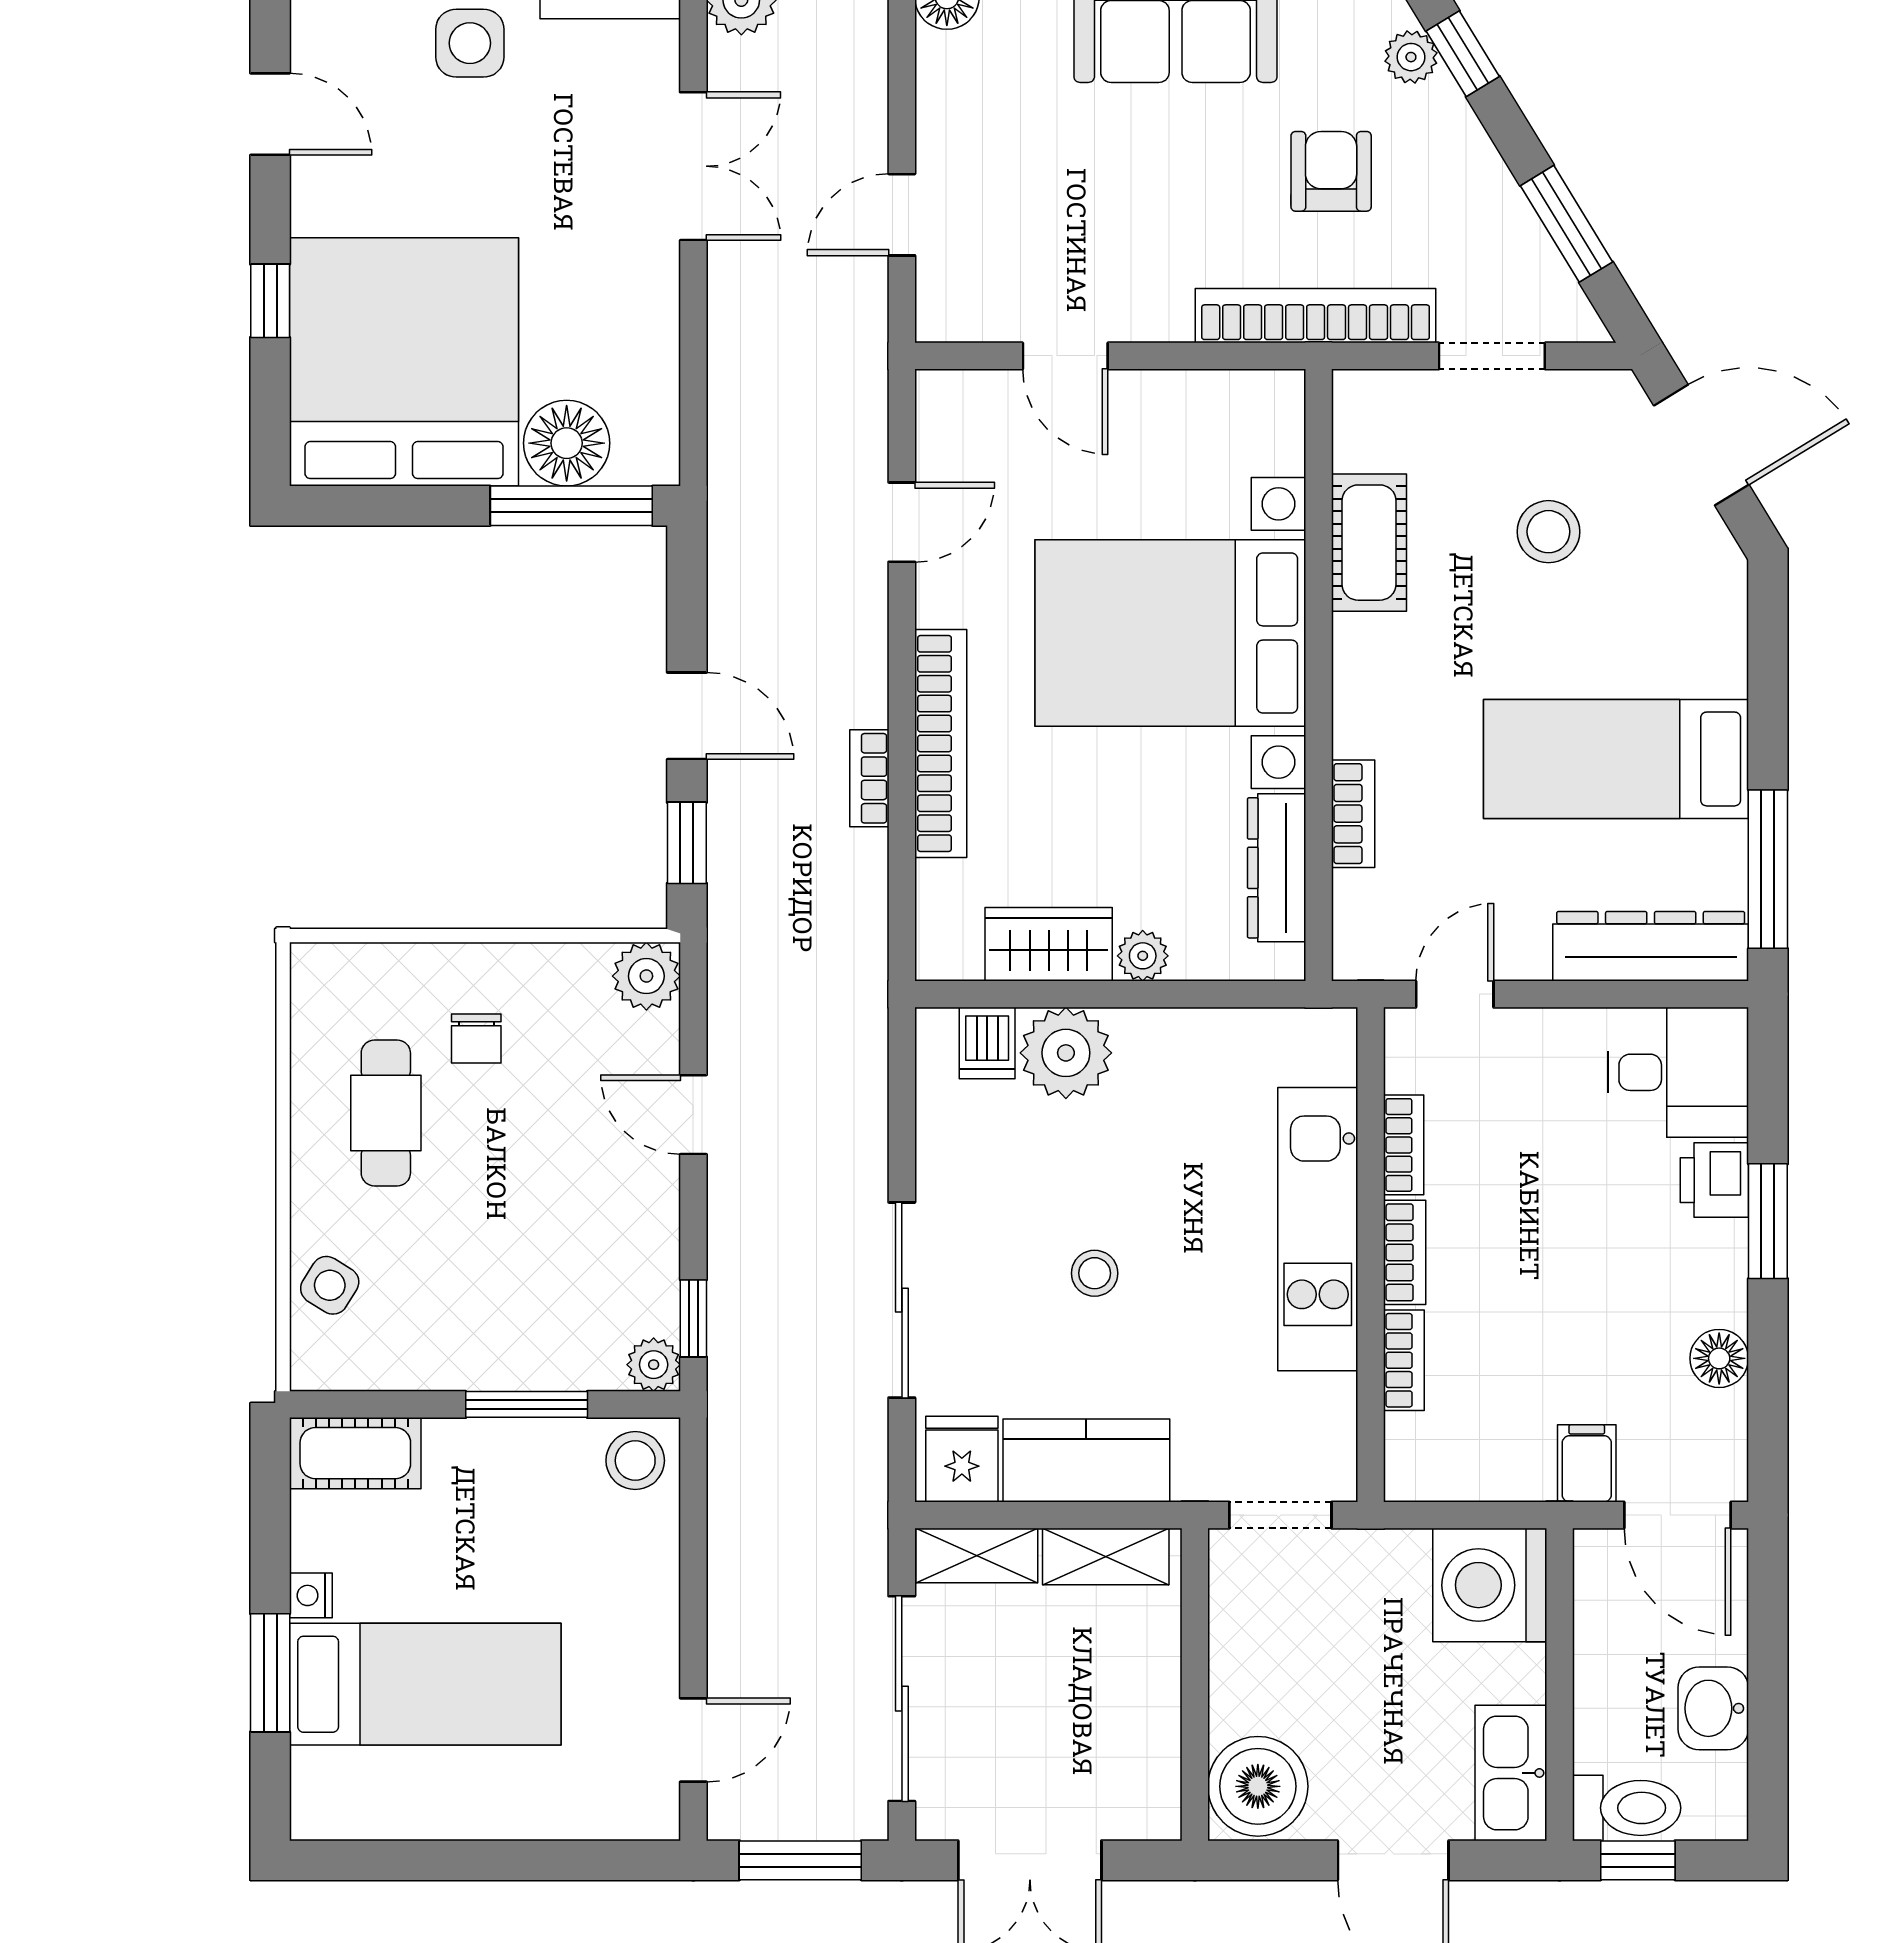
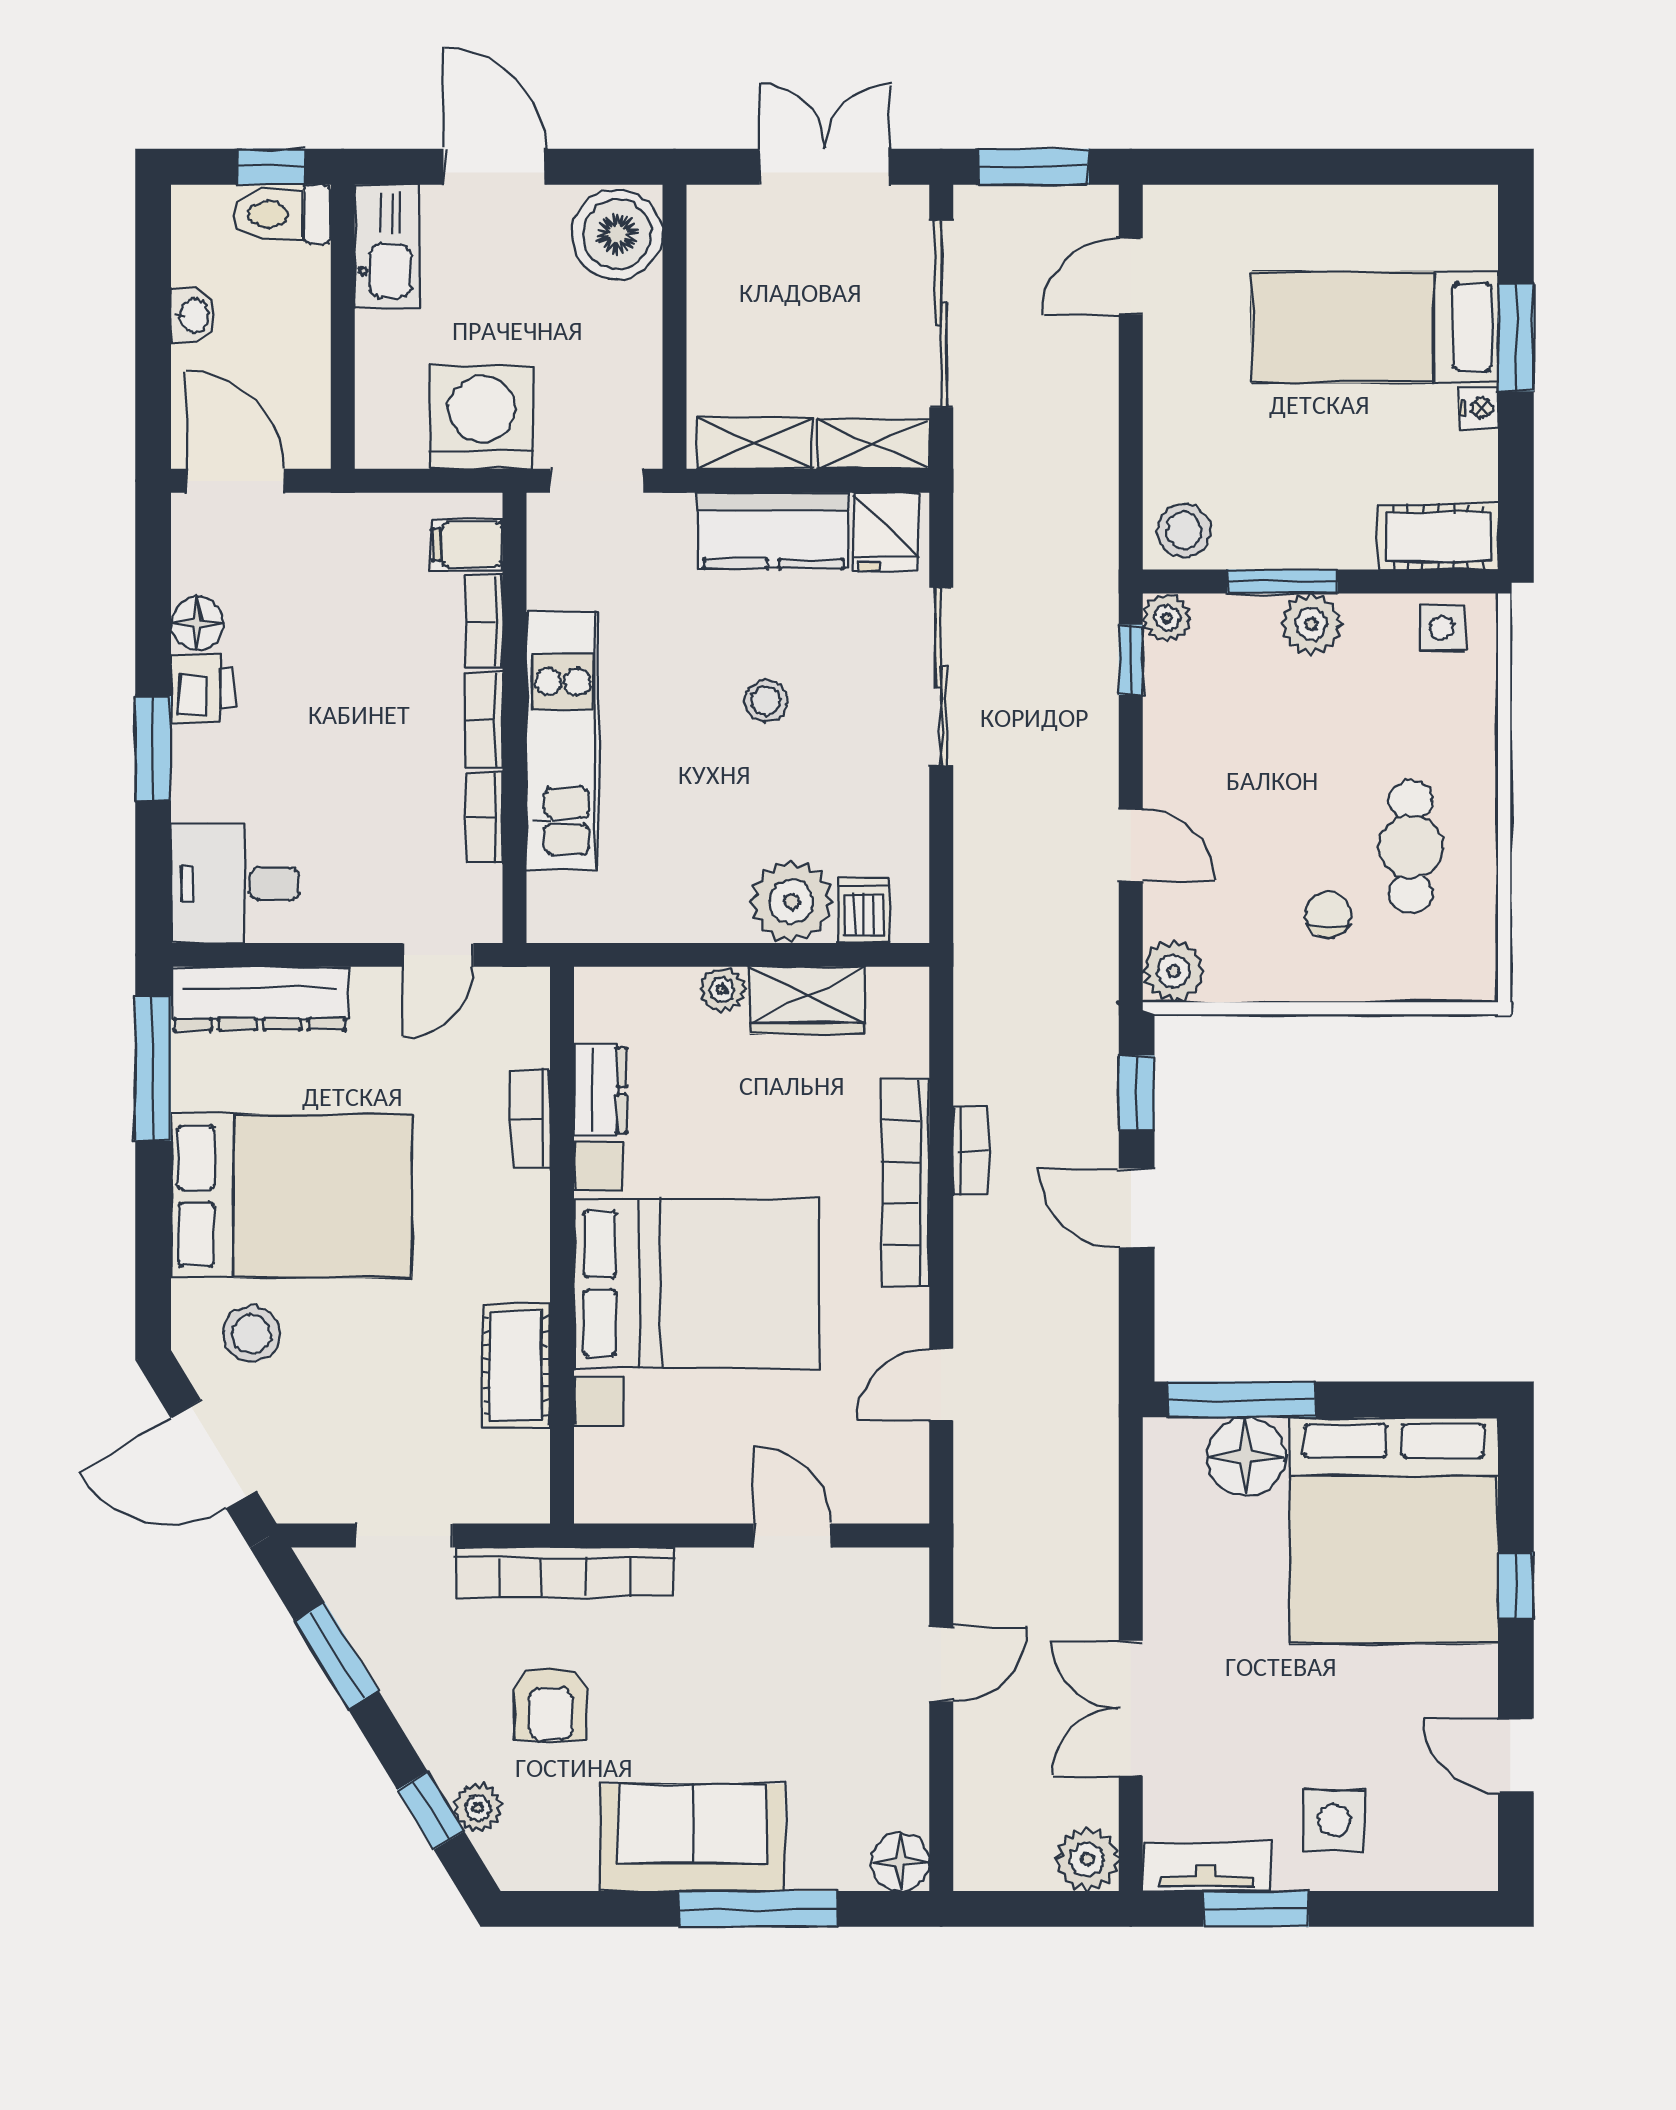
stool: (1548, 532) -> (252, 1334), moved
bed: (1616, 759) -> (291, 1196), width x1.50
dresser: (1277, 868) -> (600, 1090), width x0.70
printer: (1714, 1180) -> (202, 689), moved
side table: (330, 1285) -> (1442, 628), moved, turned -32
plant: (495, 1358) -> (1311, 624), added
filing cabinet: (1587, 1463) -> (467, 545), moved, turned 90
washing machine: (1490, 1585) -> (482, 417), moved, turned -90
washbasin: (1713, 1708) -> (193, 315), width x0.72, depth x0.69

